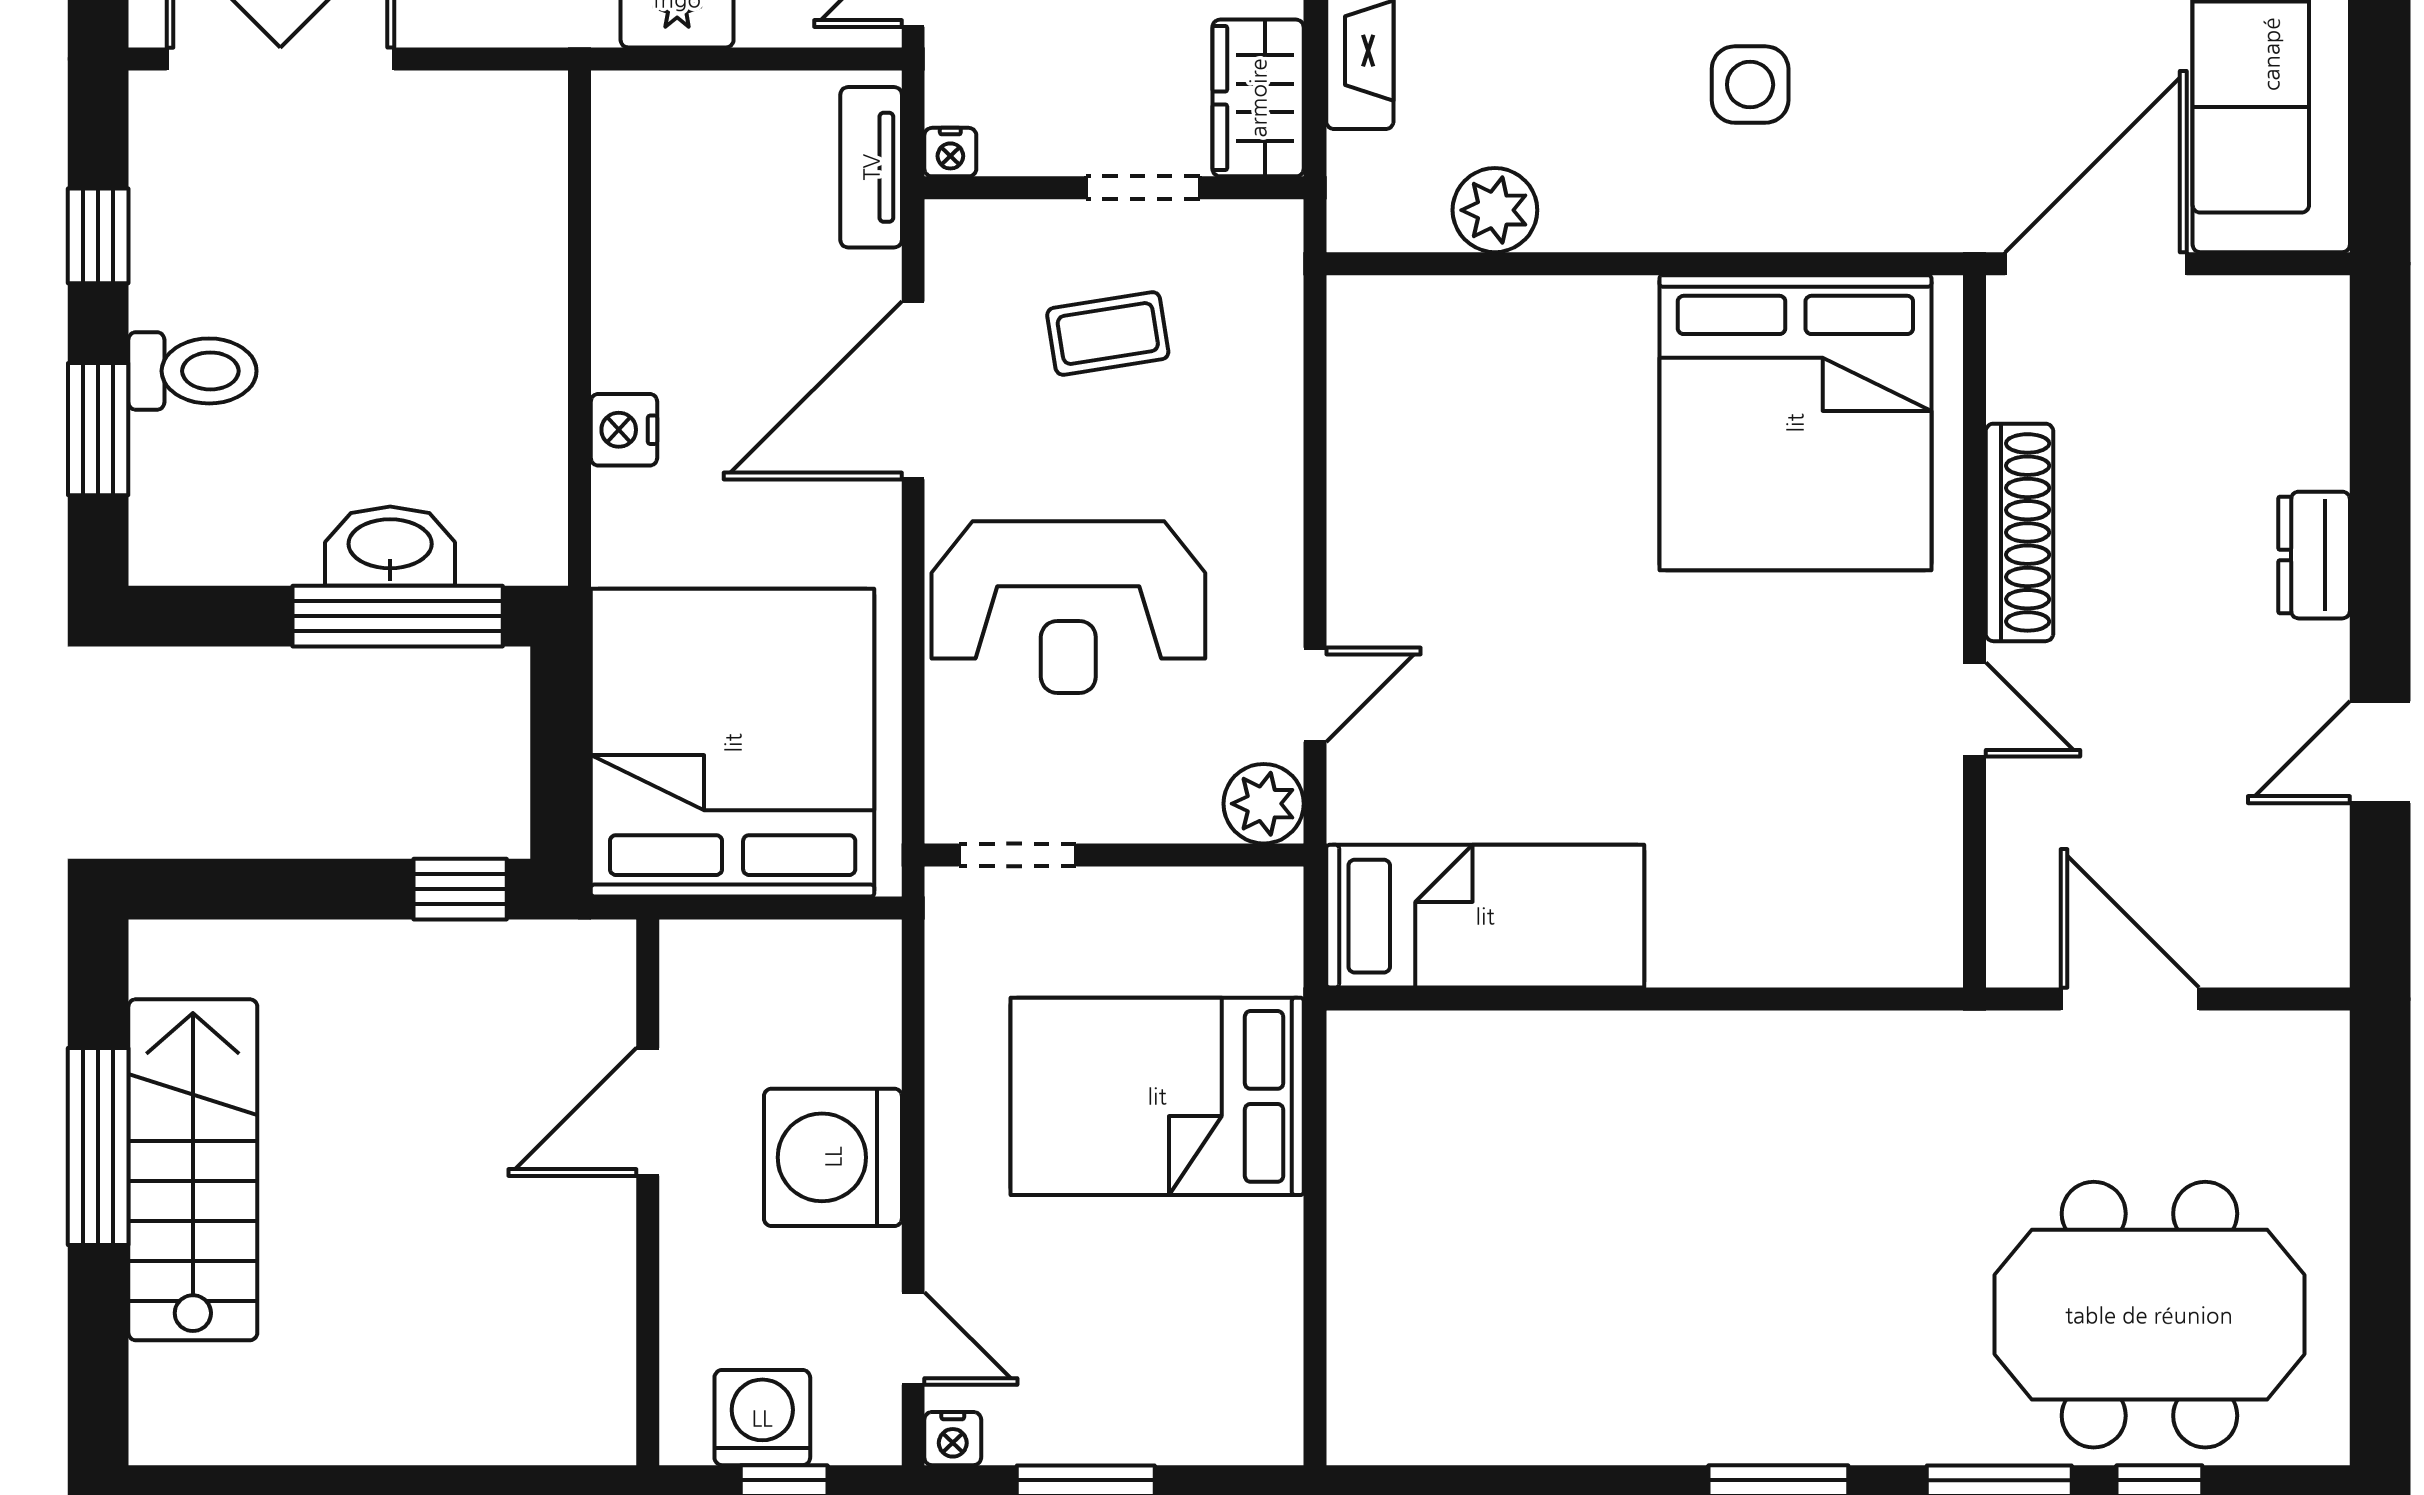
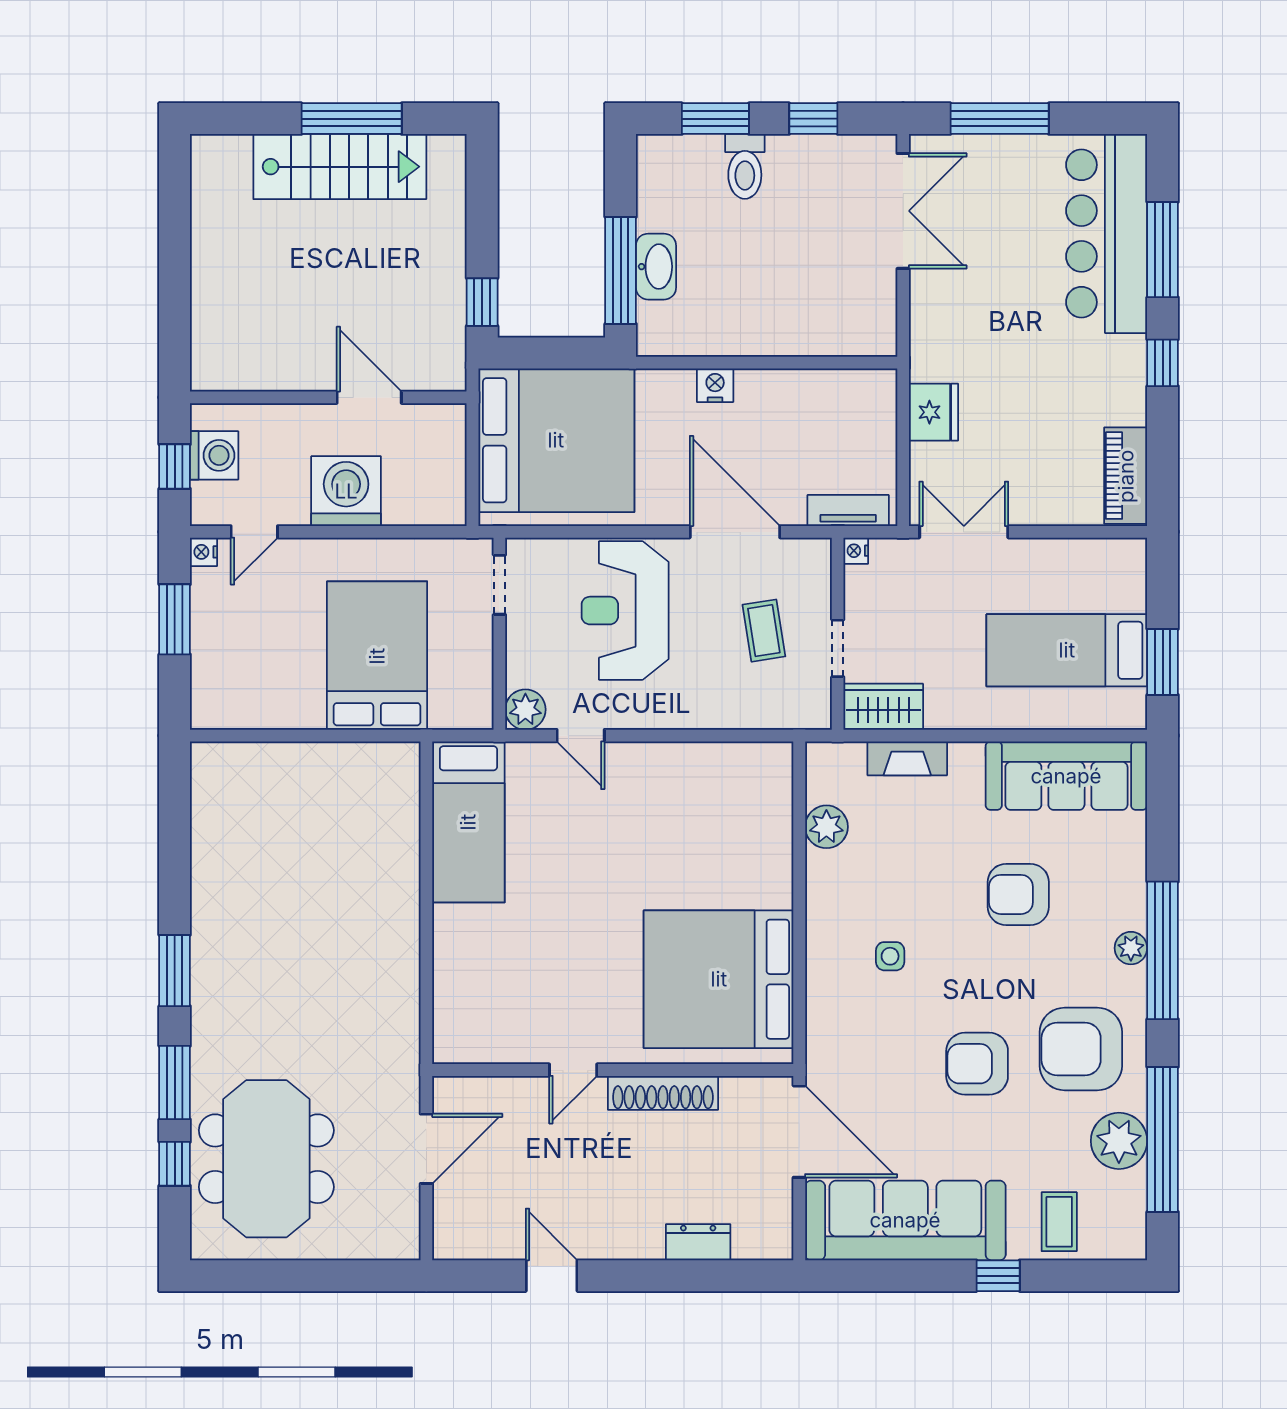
side table: (1750, 85) -> (890, 956), width x0.73, depth x0.73
dresser: (2314, 555) -> (698, 1242), moved

